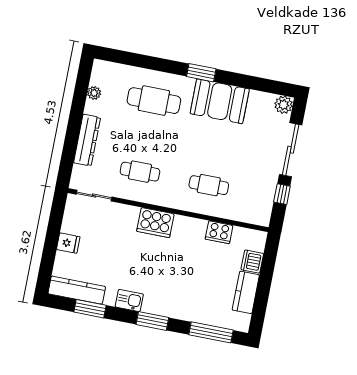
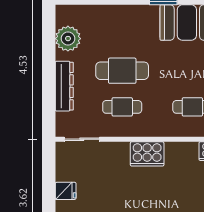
plant: (94, 93) -> (68, 39), width x1.87, depth x1.87
cafe table: (154, 101) -> (122, 71), moved

